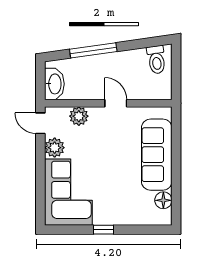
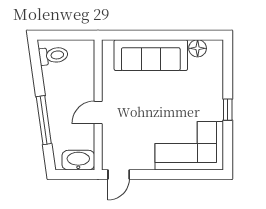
door: (116, 103) -> (98, 112), moved
plant: (79, 116) -> (111, 135), removed
plant: (55, 148) -> (144, 160), removed

